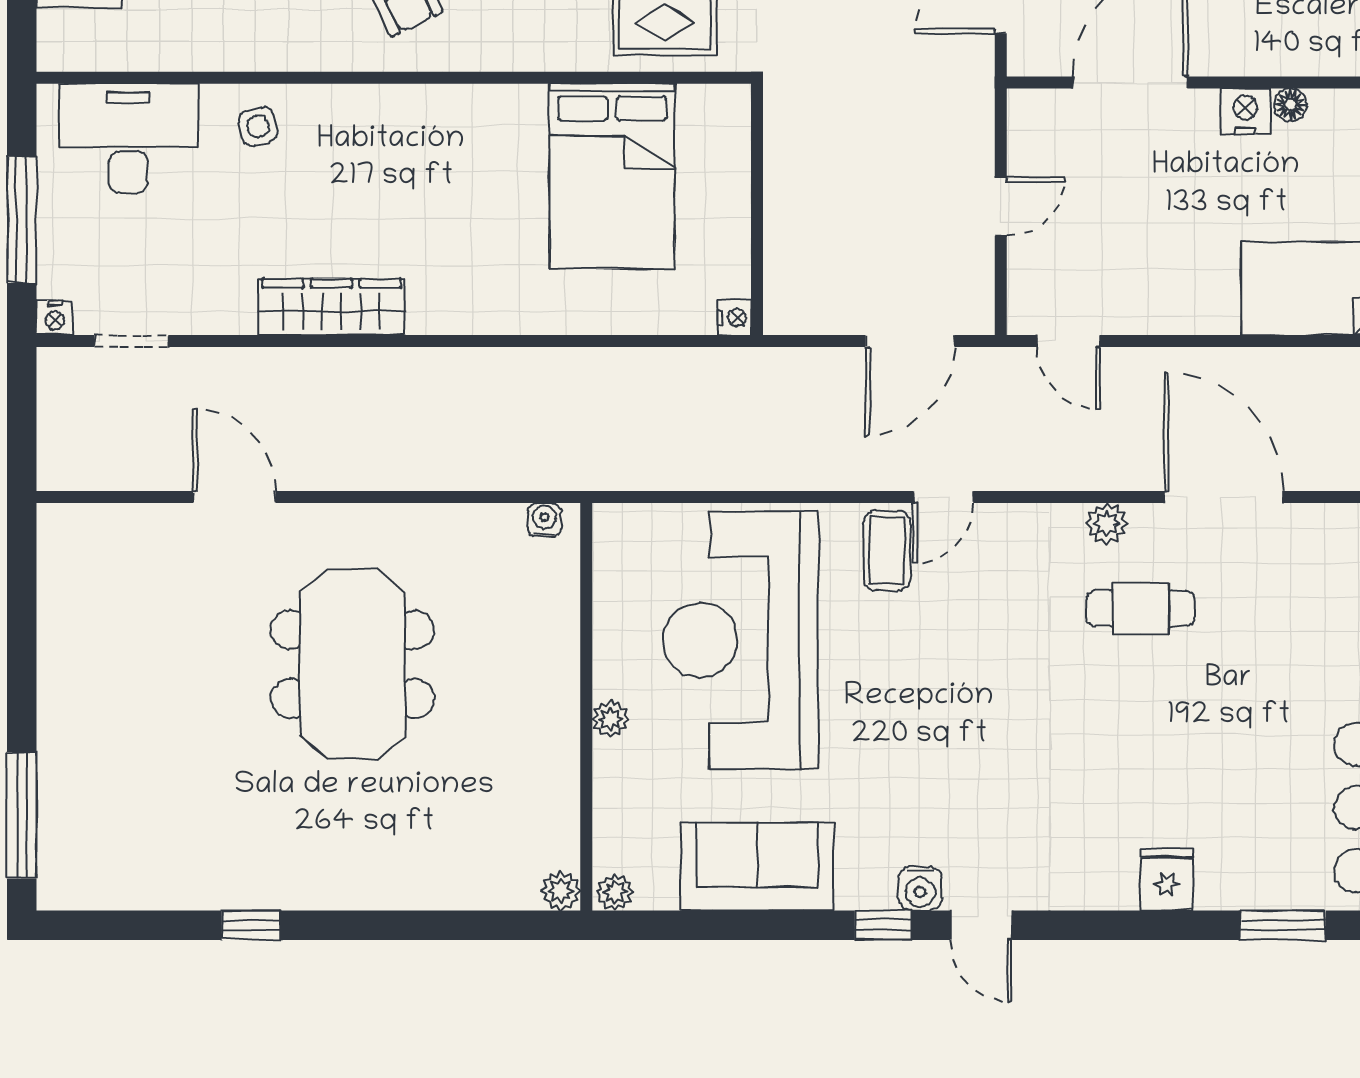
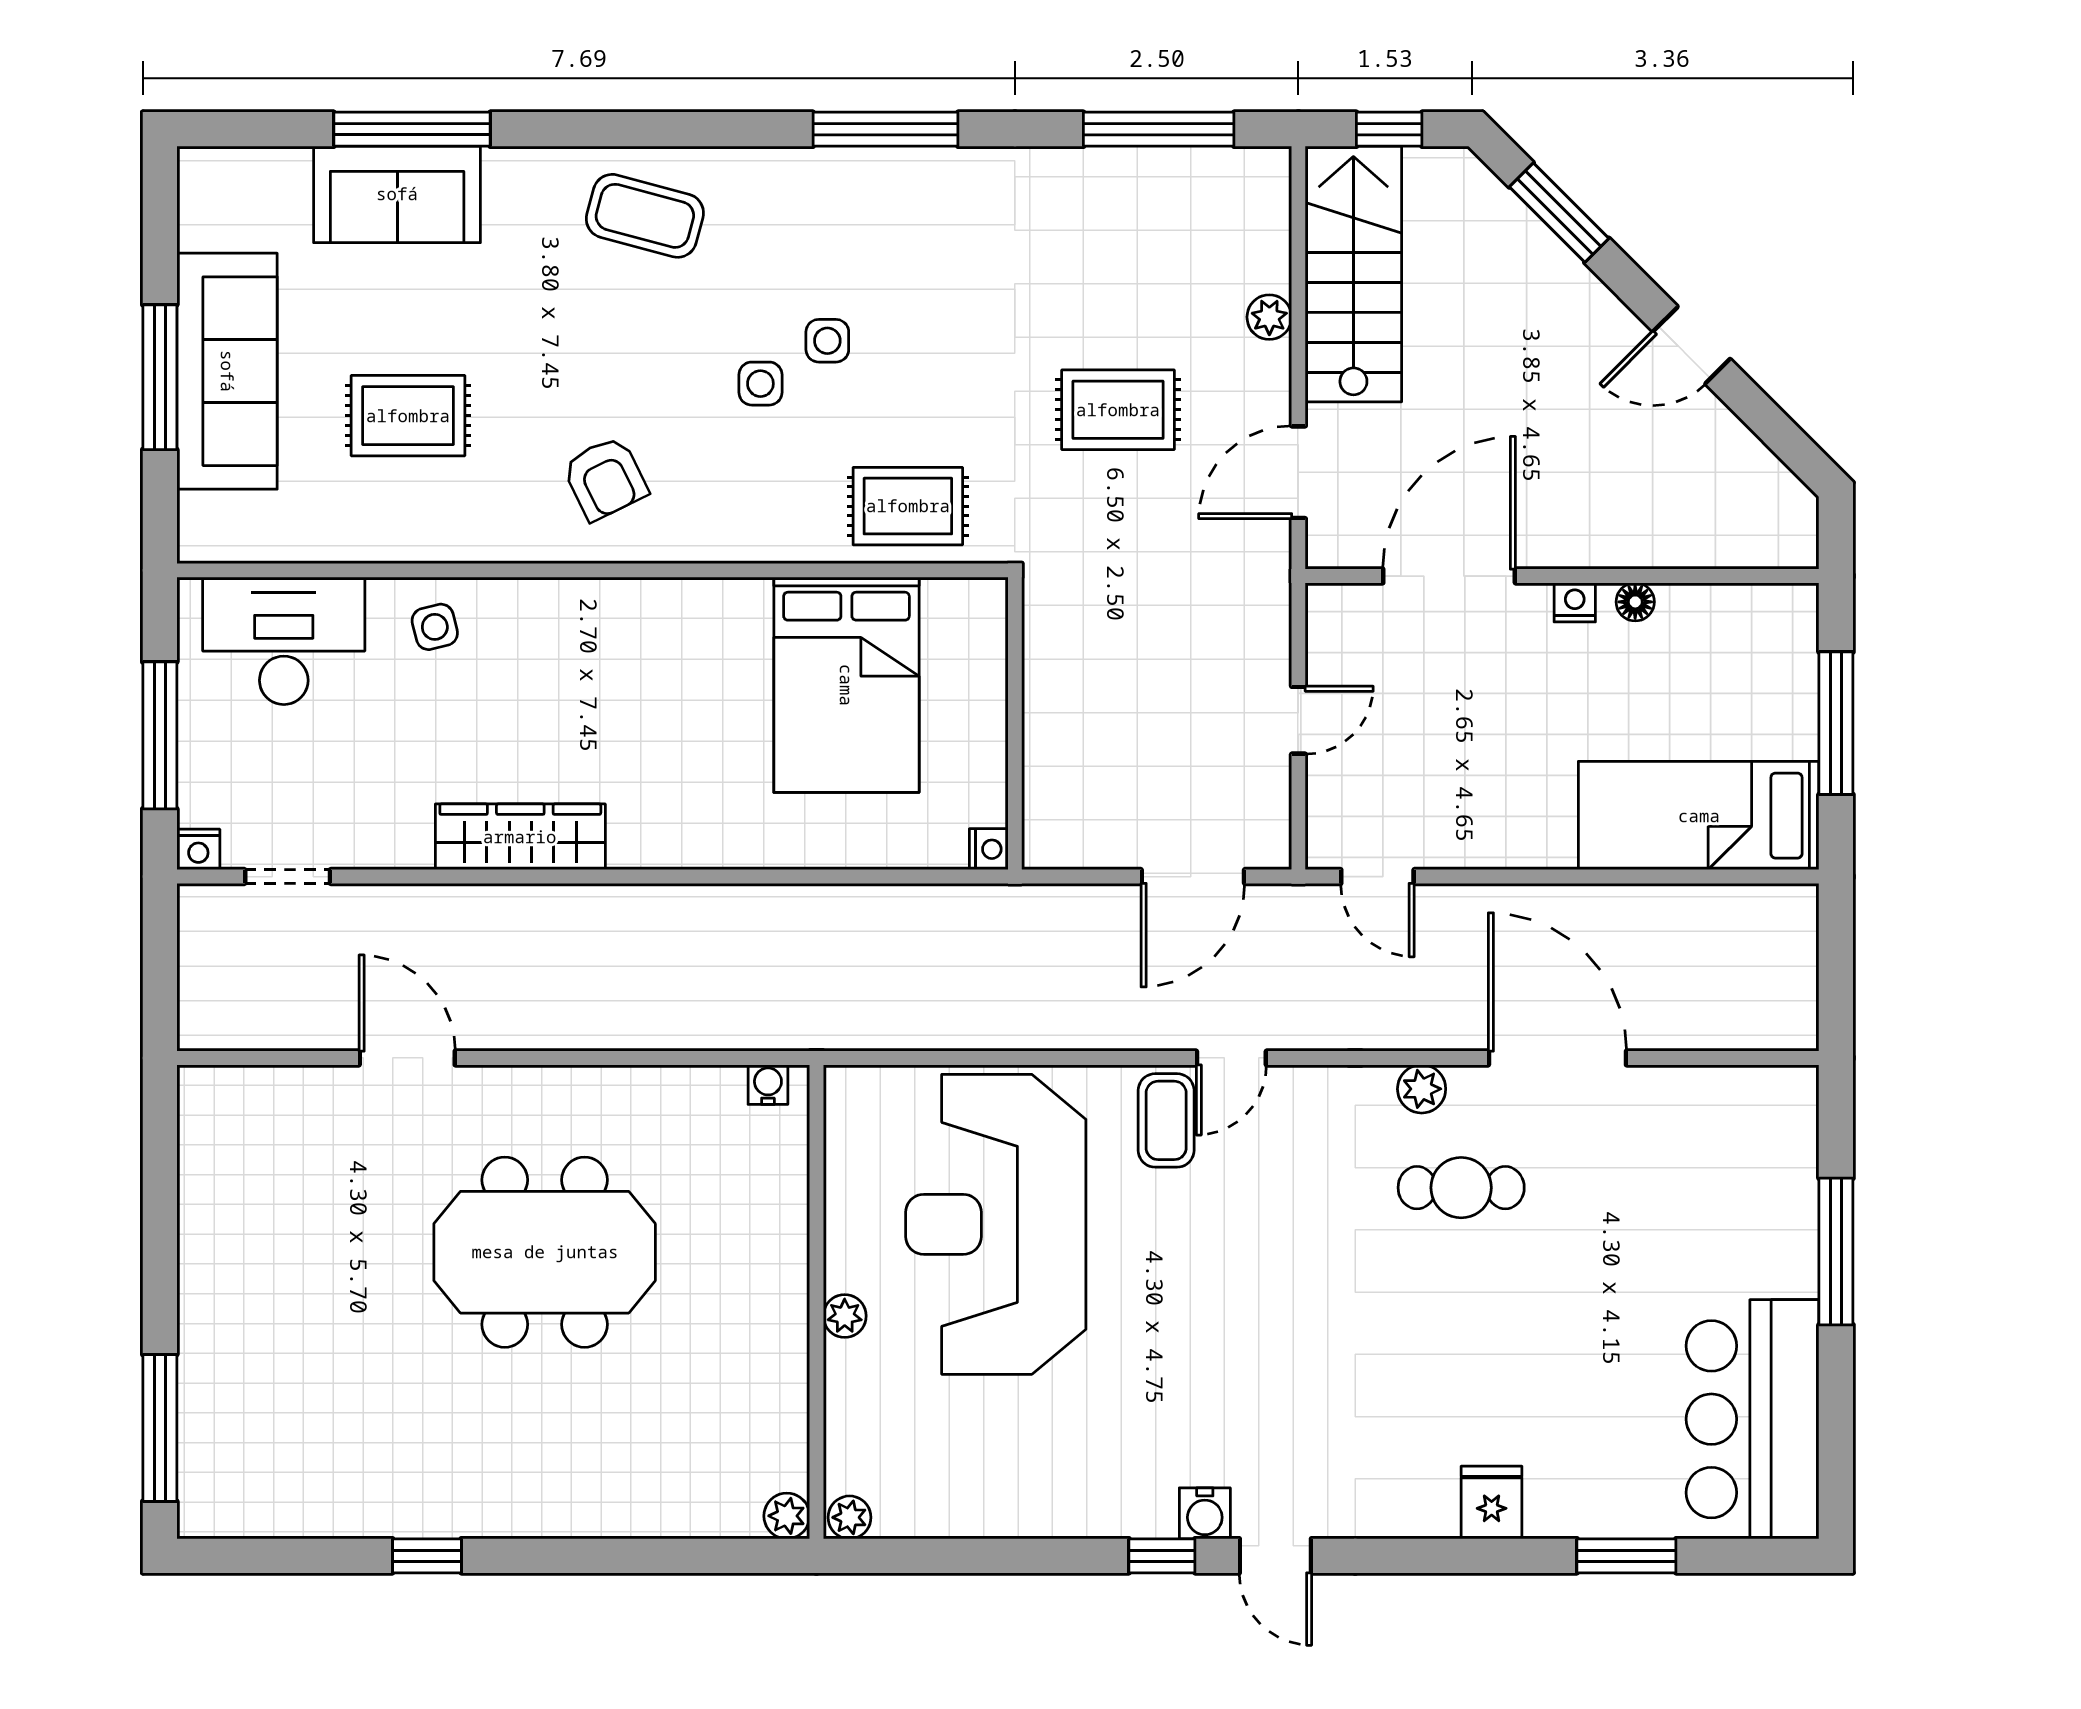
nightstand: (1245, 111) -> (1575, 602), width x0.72, depth x0.74
meeting table: (353, 664) -> (545, 1252), turned 90
sofa: (757, 866) -> (1015, 1488), removed

